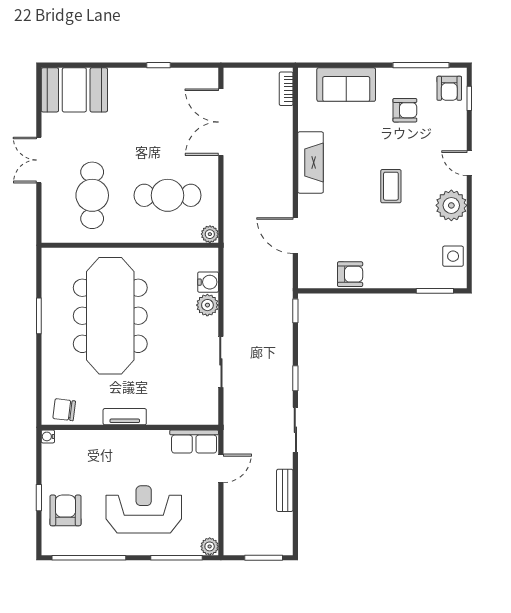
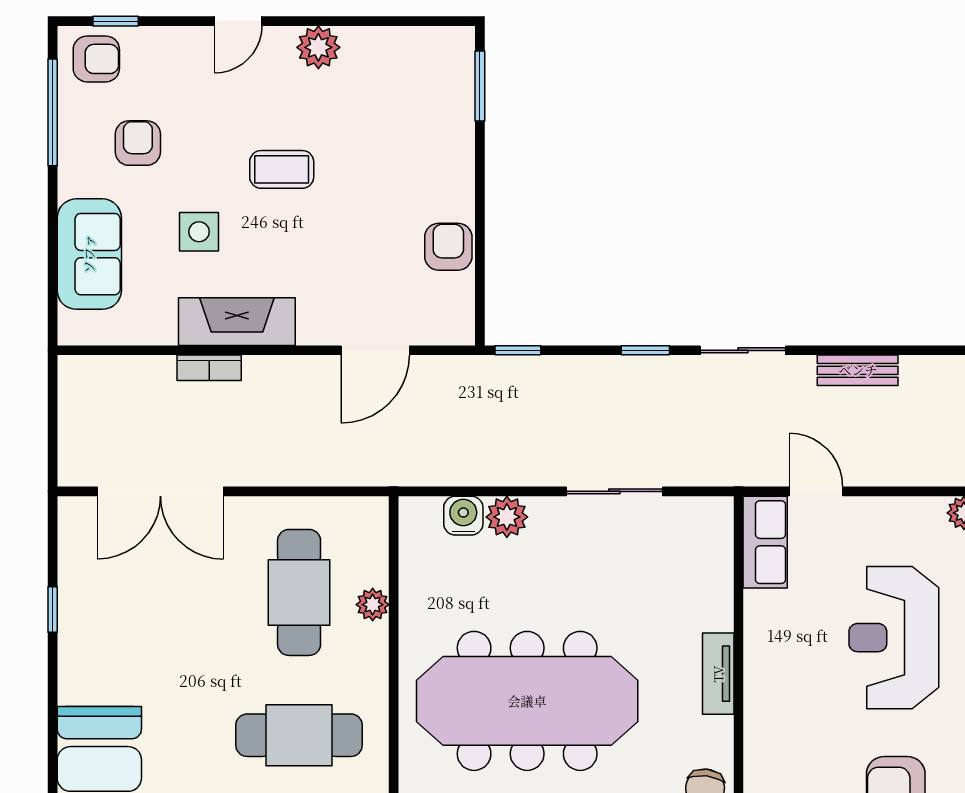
bookcase: (286, 89) -> (209, 368), moved
plant: (451, 205) -> (318, 47), width x0.73, depth x0.73
plant: (210, 234) -> (373, 605), moved
side table: (453, 256) -> (199, 232), moved

